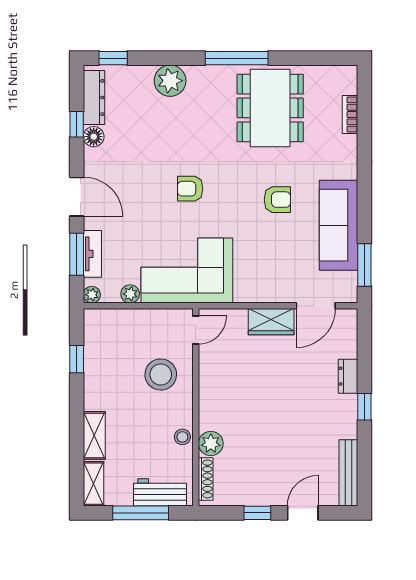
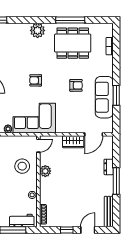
window: (237, 58) -> (70, 20), moved
plant: (170, 81) -> (38, 30), moved
dining table: (270, 108) -> (73, 43), turned 90
window: (364, 265) -> (116, 95), moved
window: (364, 407) -> (116, 181), width x2.17
plant: (211, 443) -> (45, 171), moved

